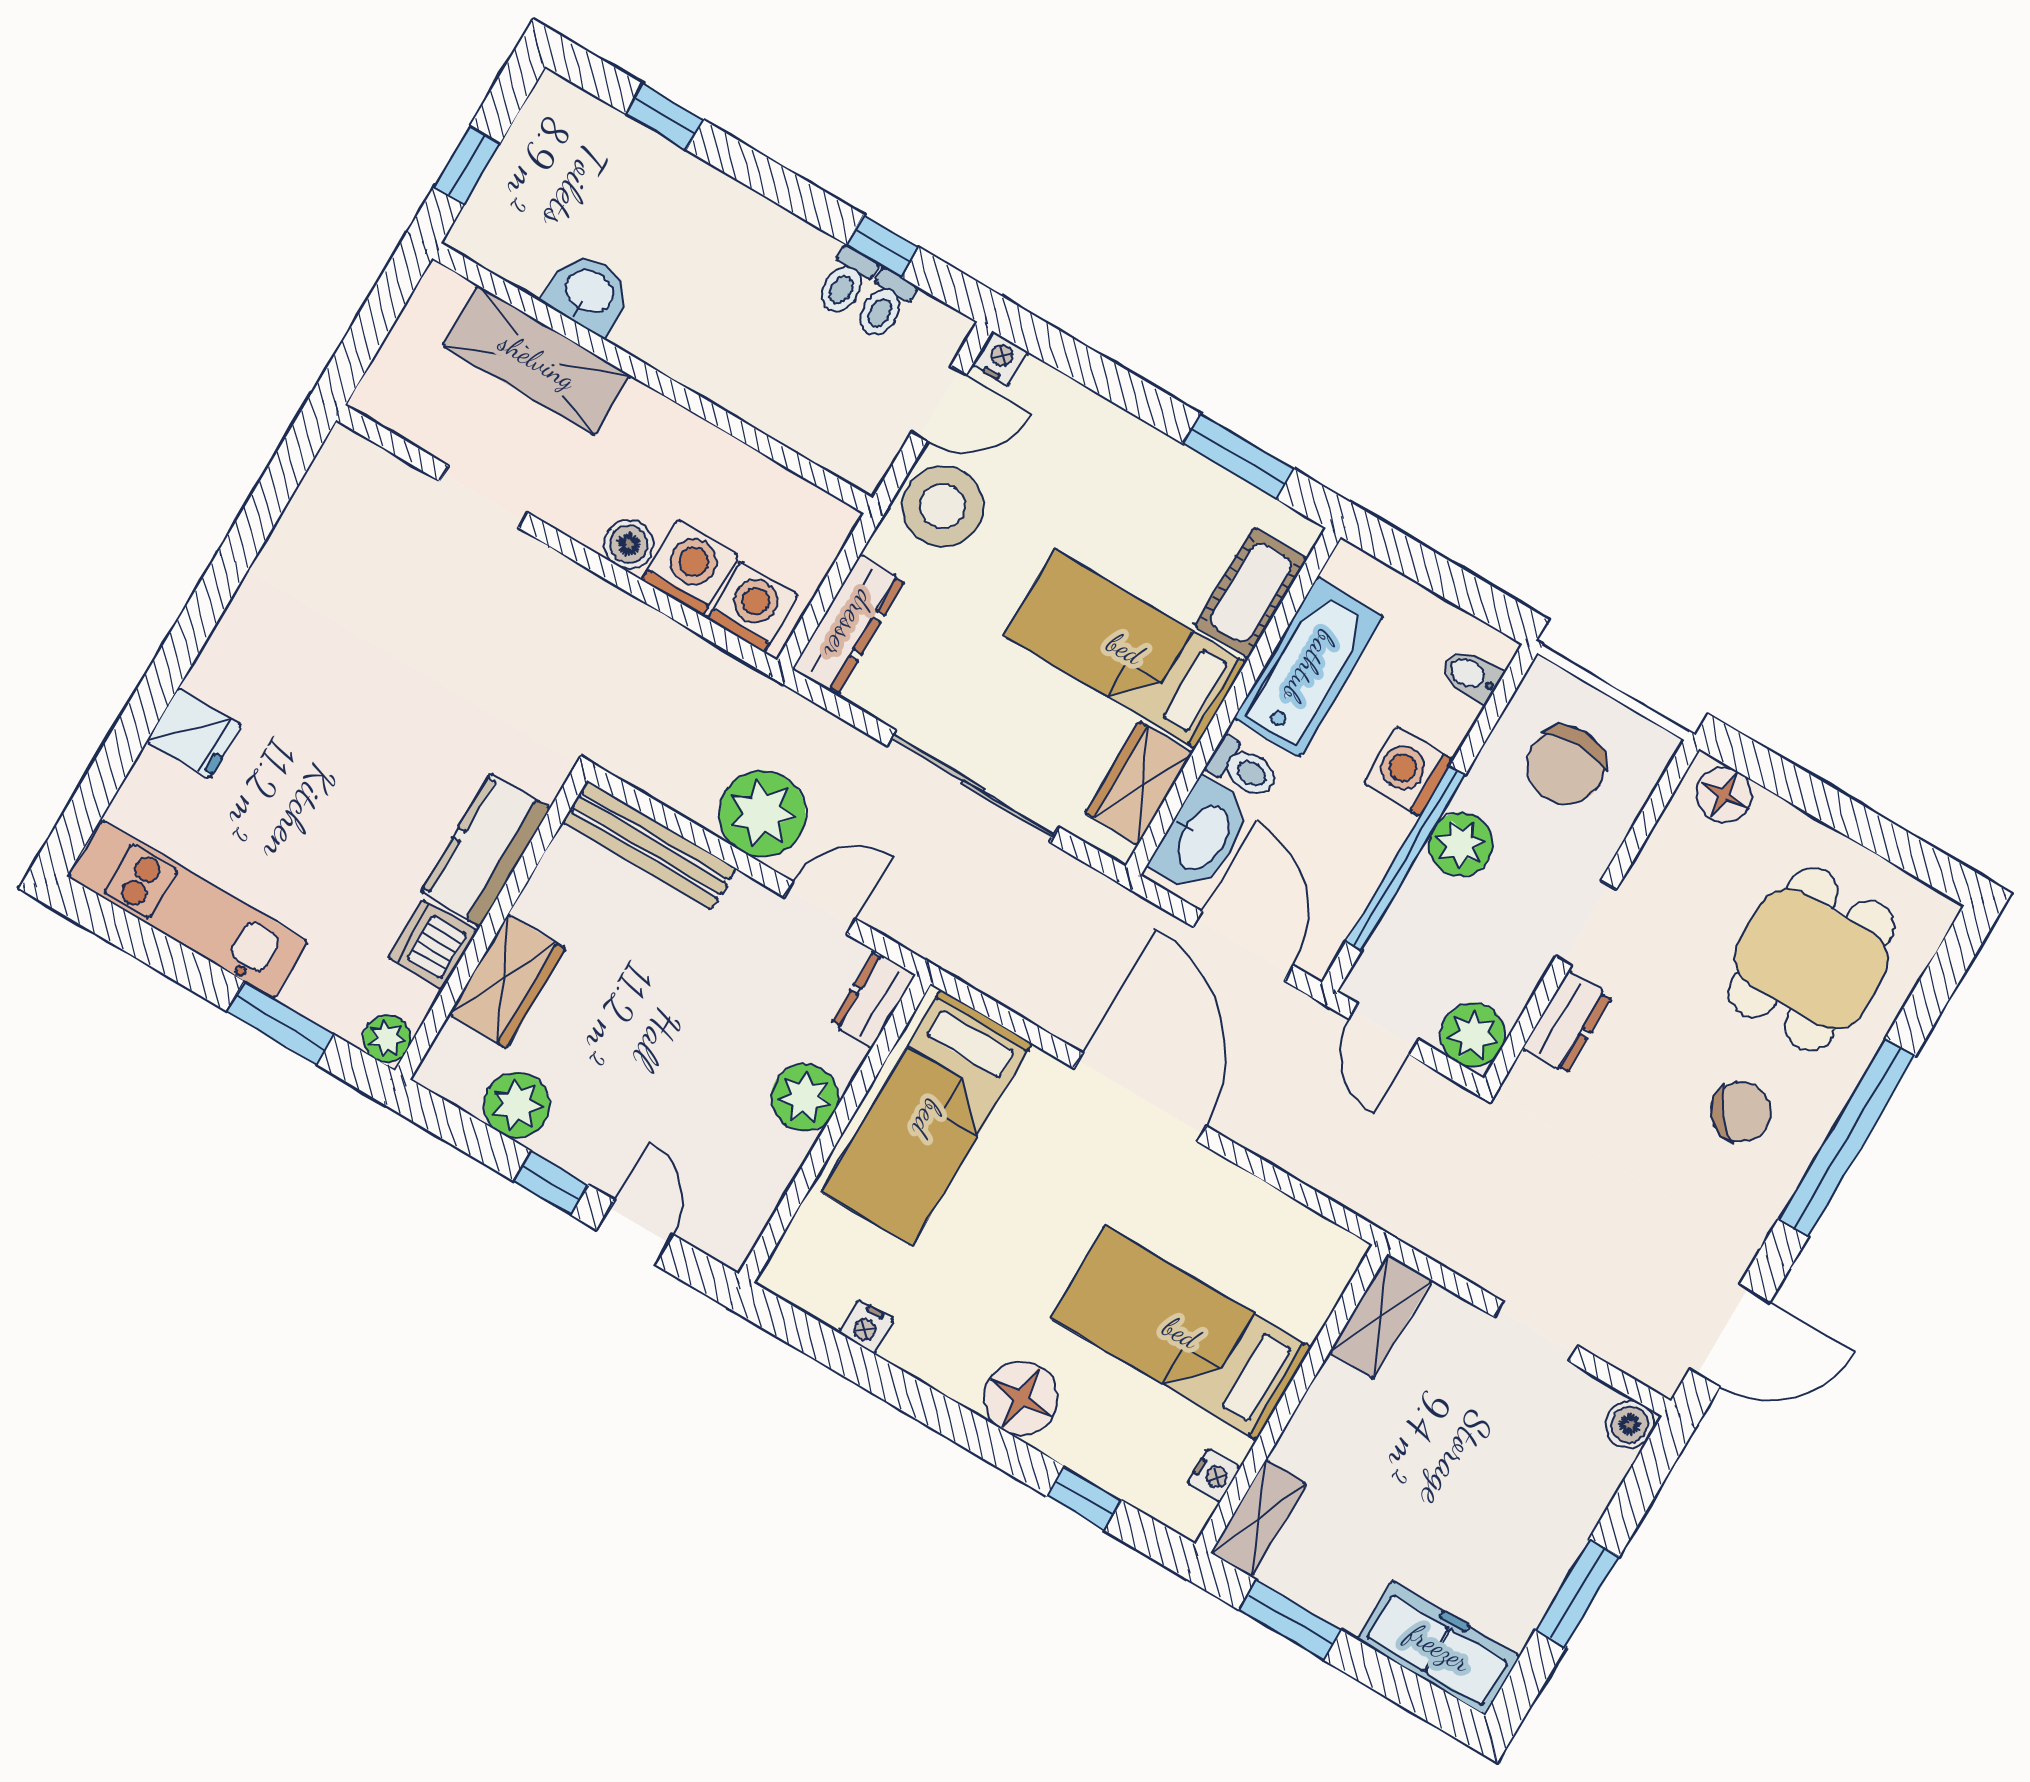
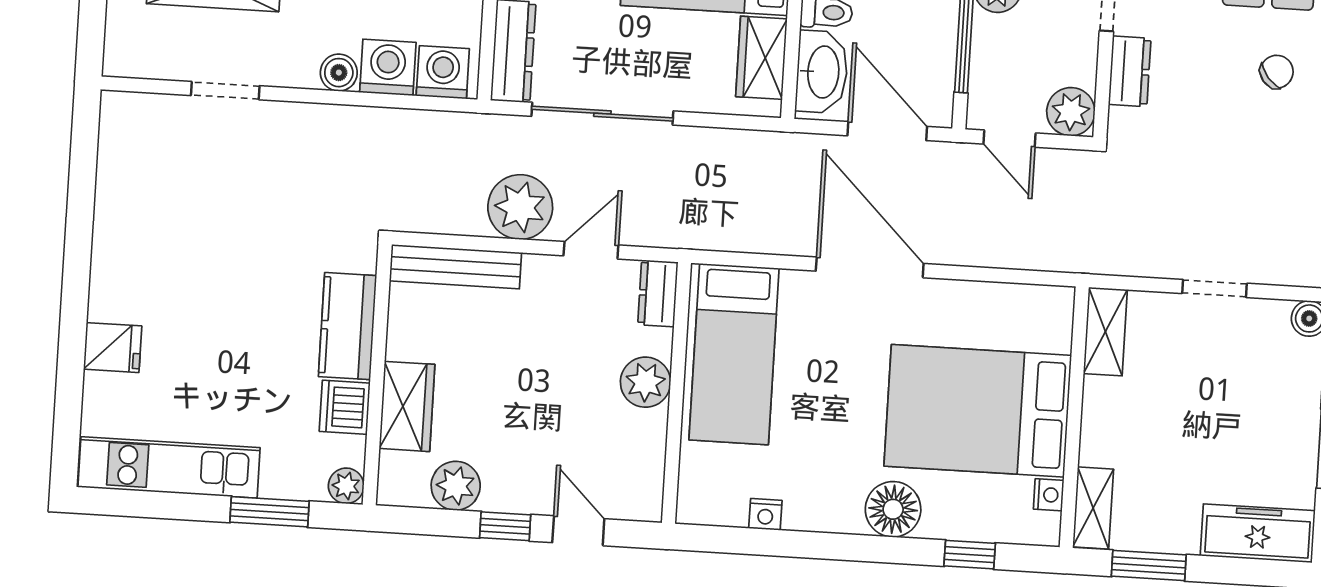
sliding door: (973, 786) -> (602, 114), moved
chair: (1741, 1112) -> (1277, 72), width x0.73, depth x0.73
bed: (1181, 1333) -> (978, 411), width x1.50

